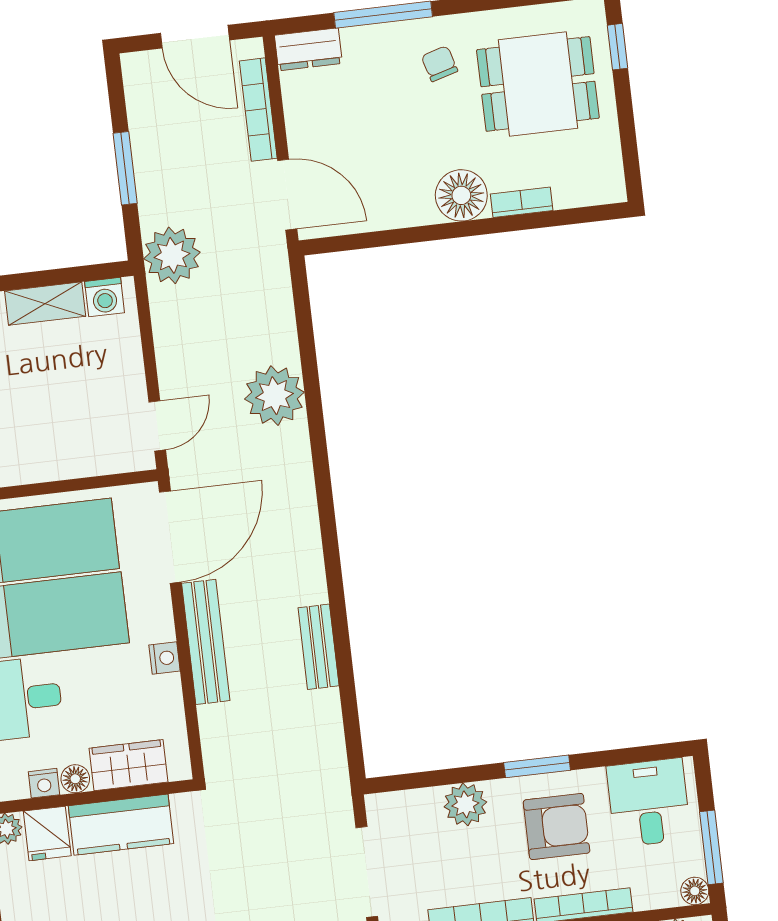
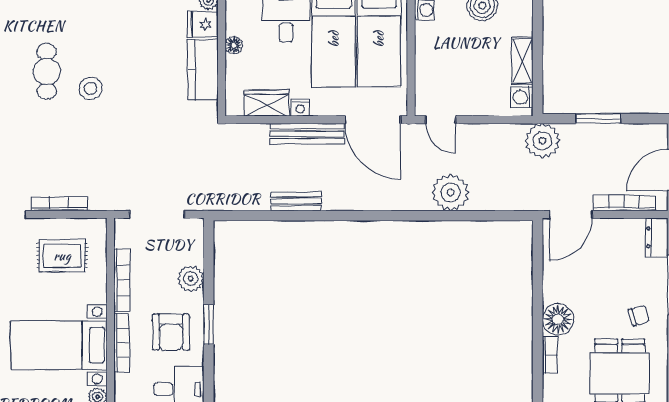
wardrobe: (128, 765) -> (267, 103), moved, turned -90
nightstand: (44, 783) -> (233, 26), removed

